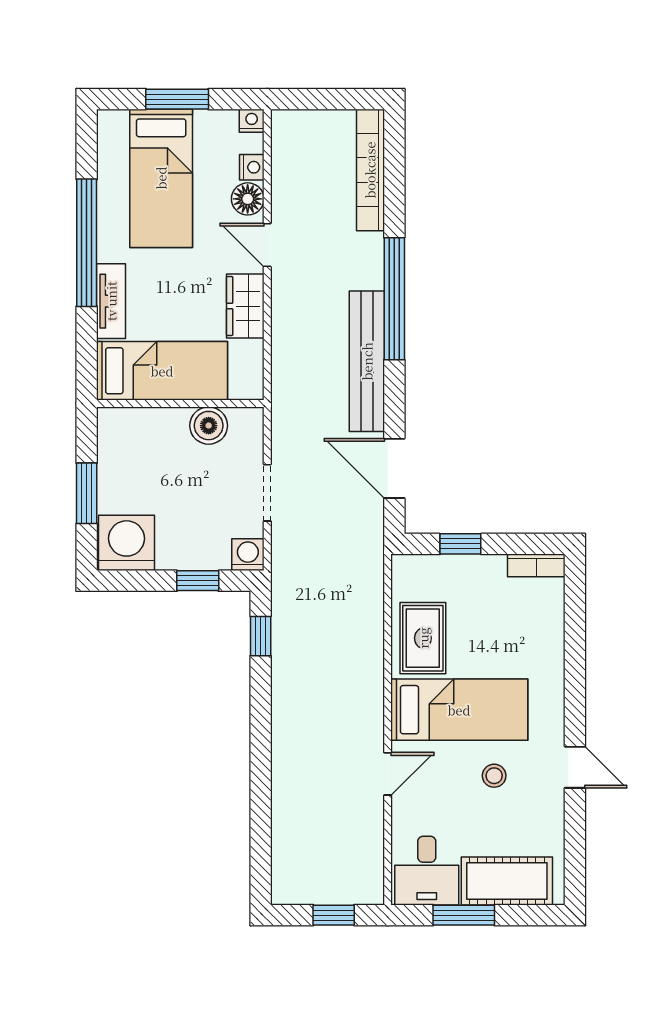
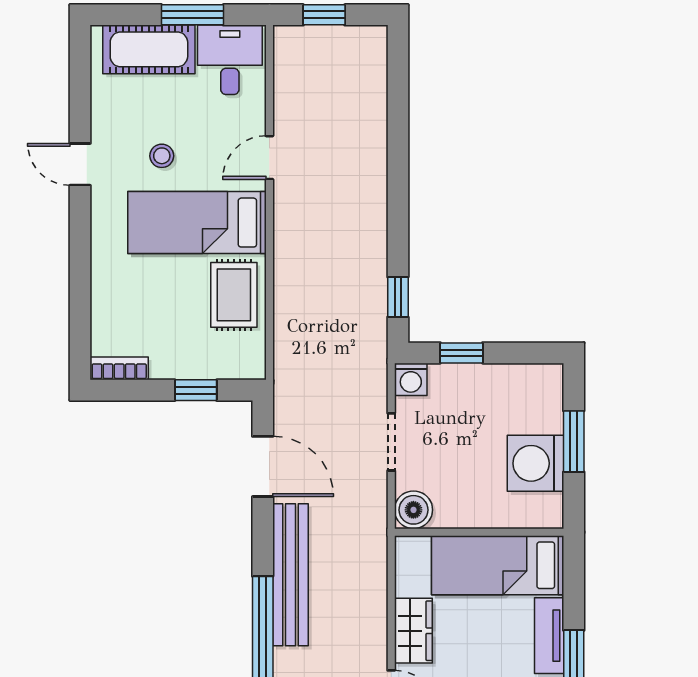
boiler: (209, 426) -> (413, 510), moved
washing machine: (127, 543) -> (536, 463), moved, turned 90

